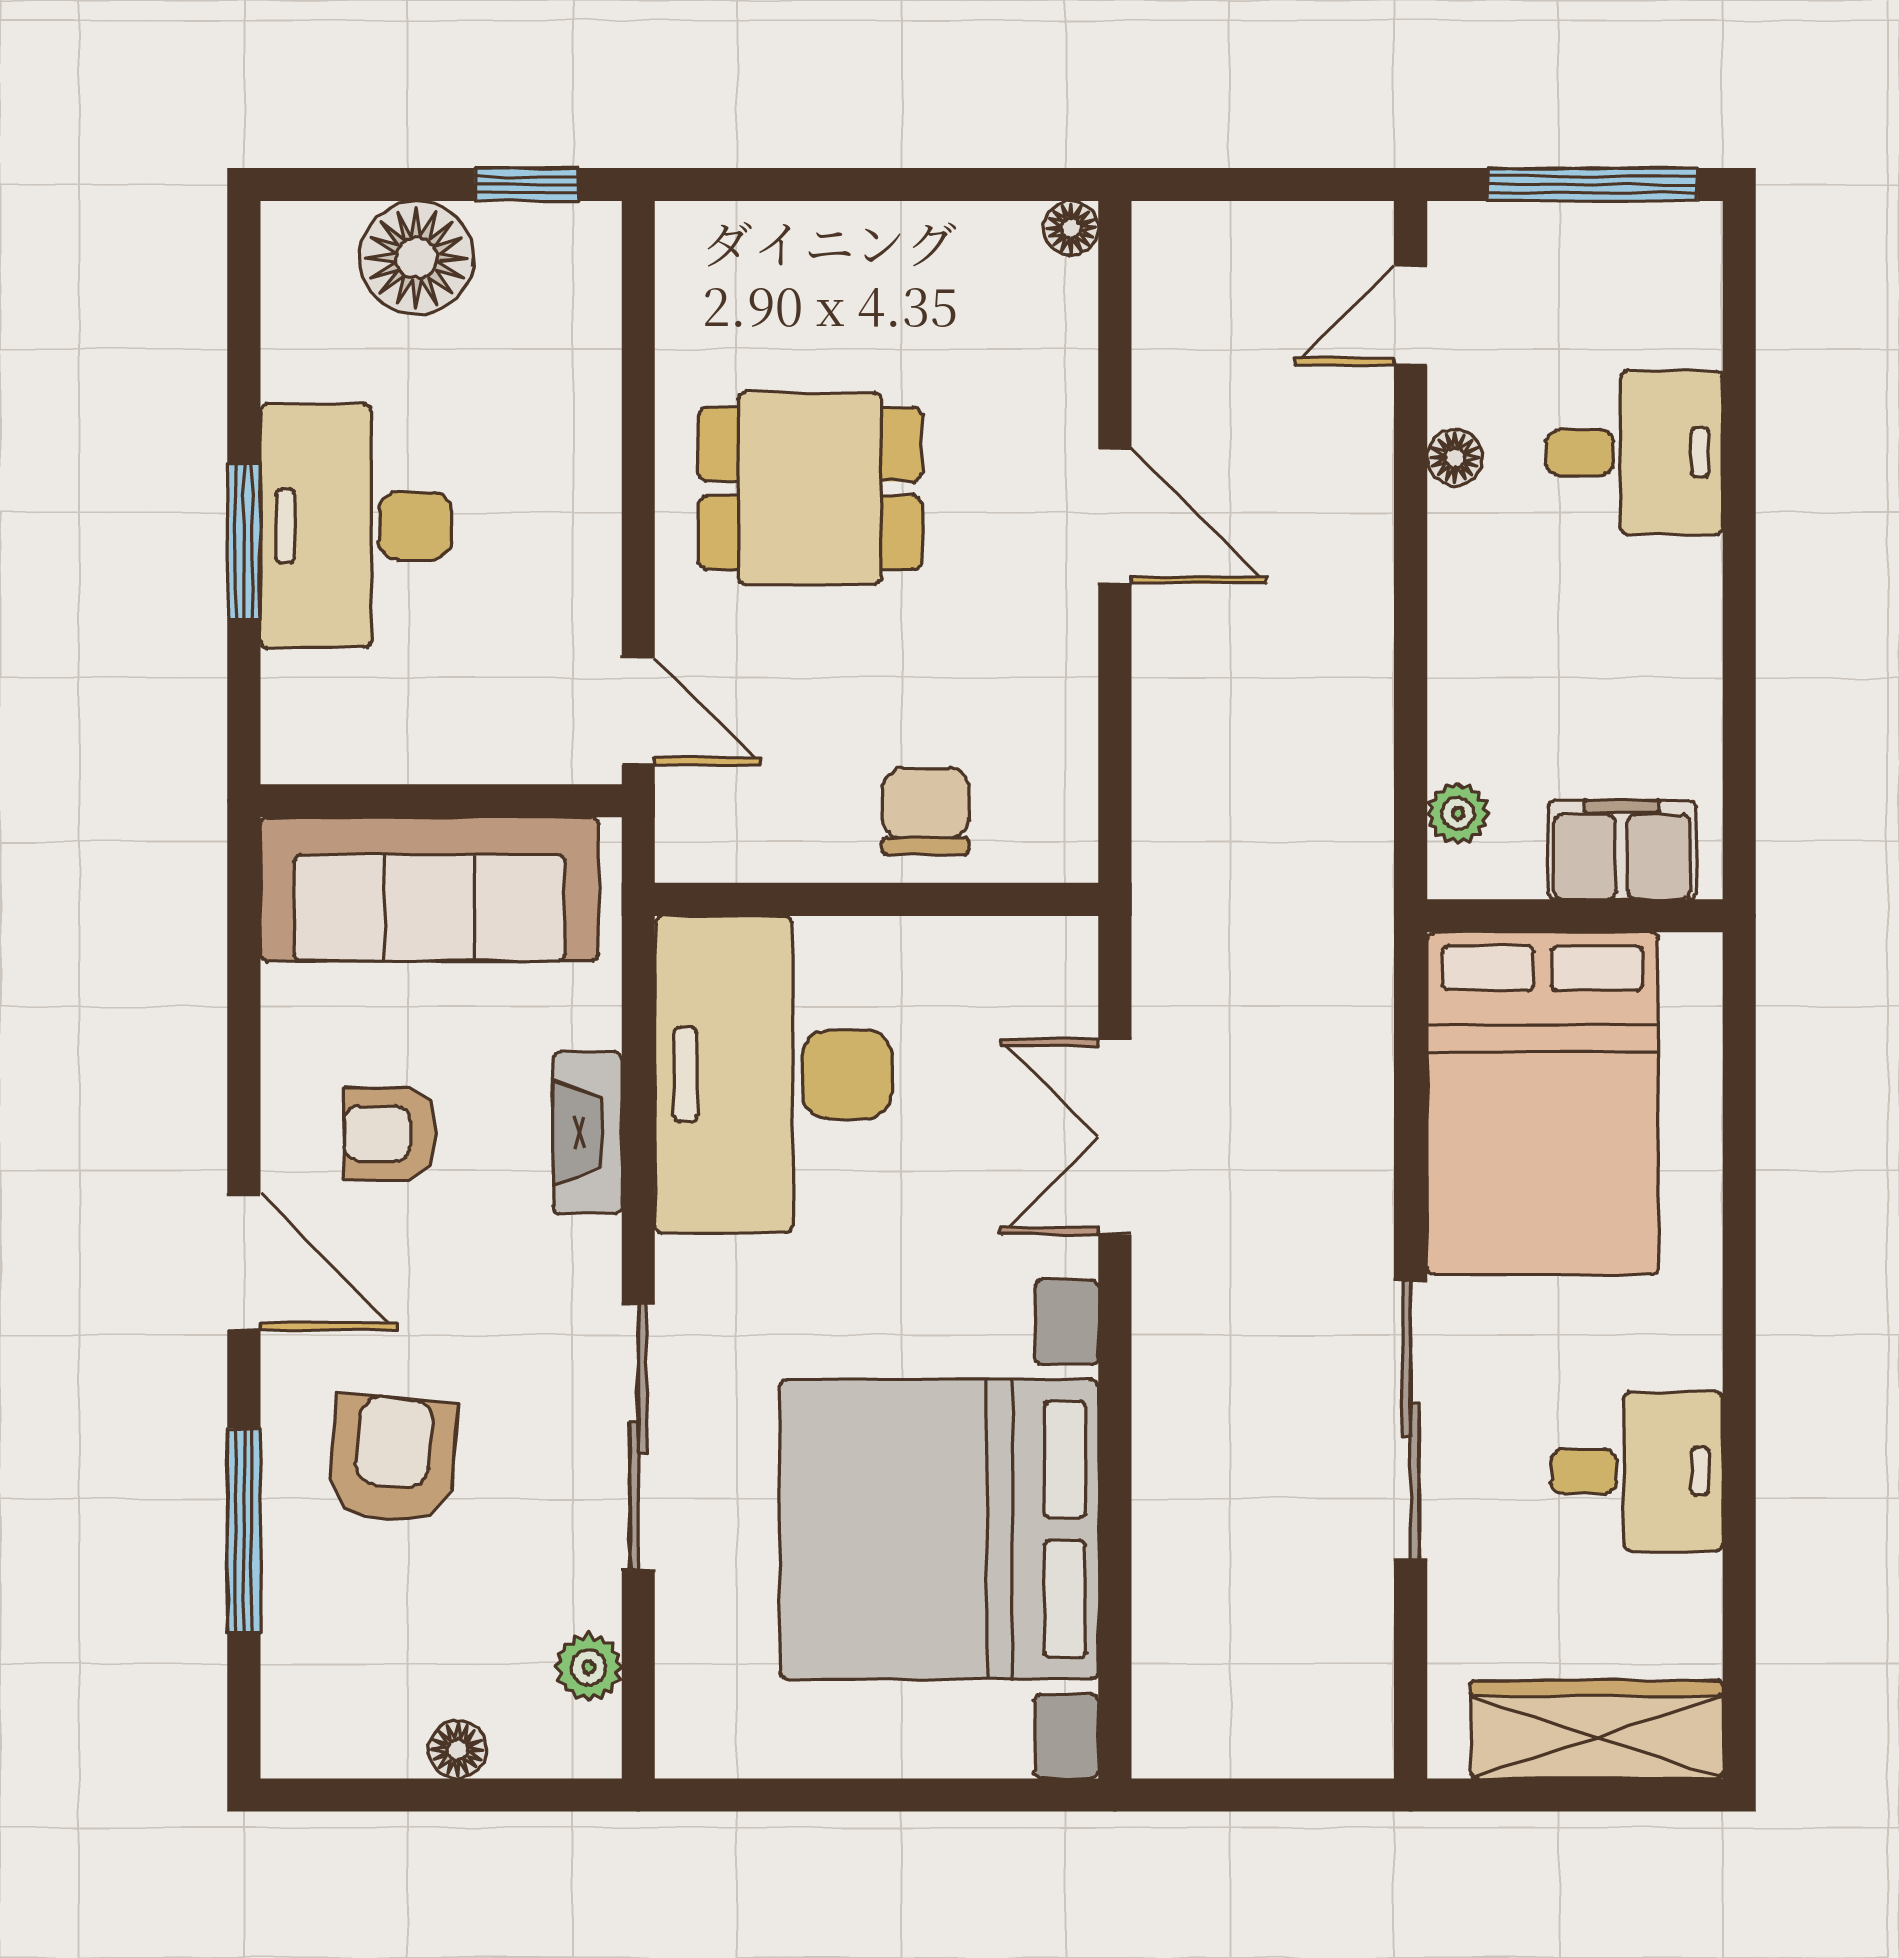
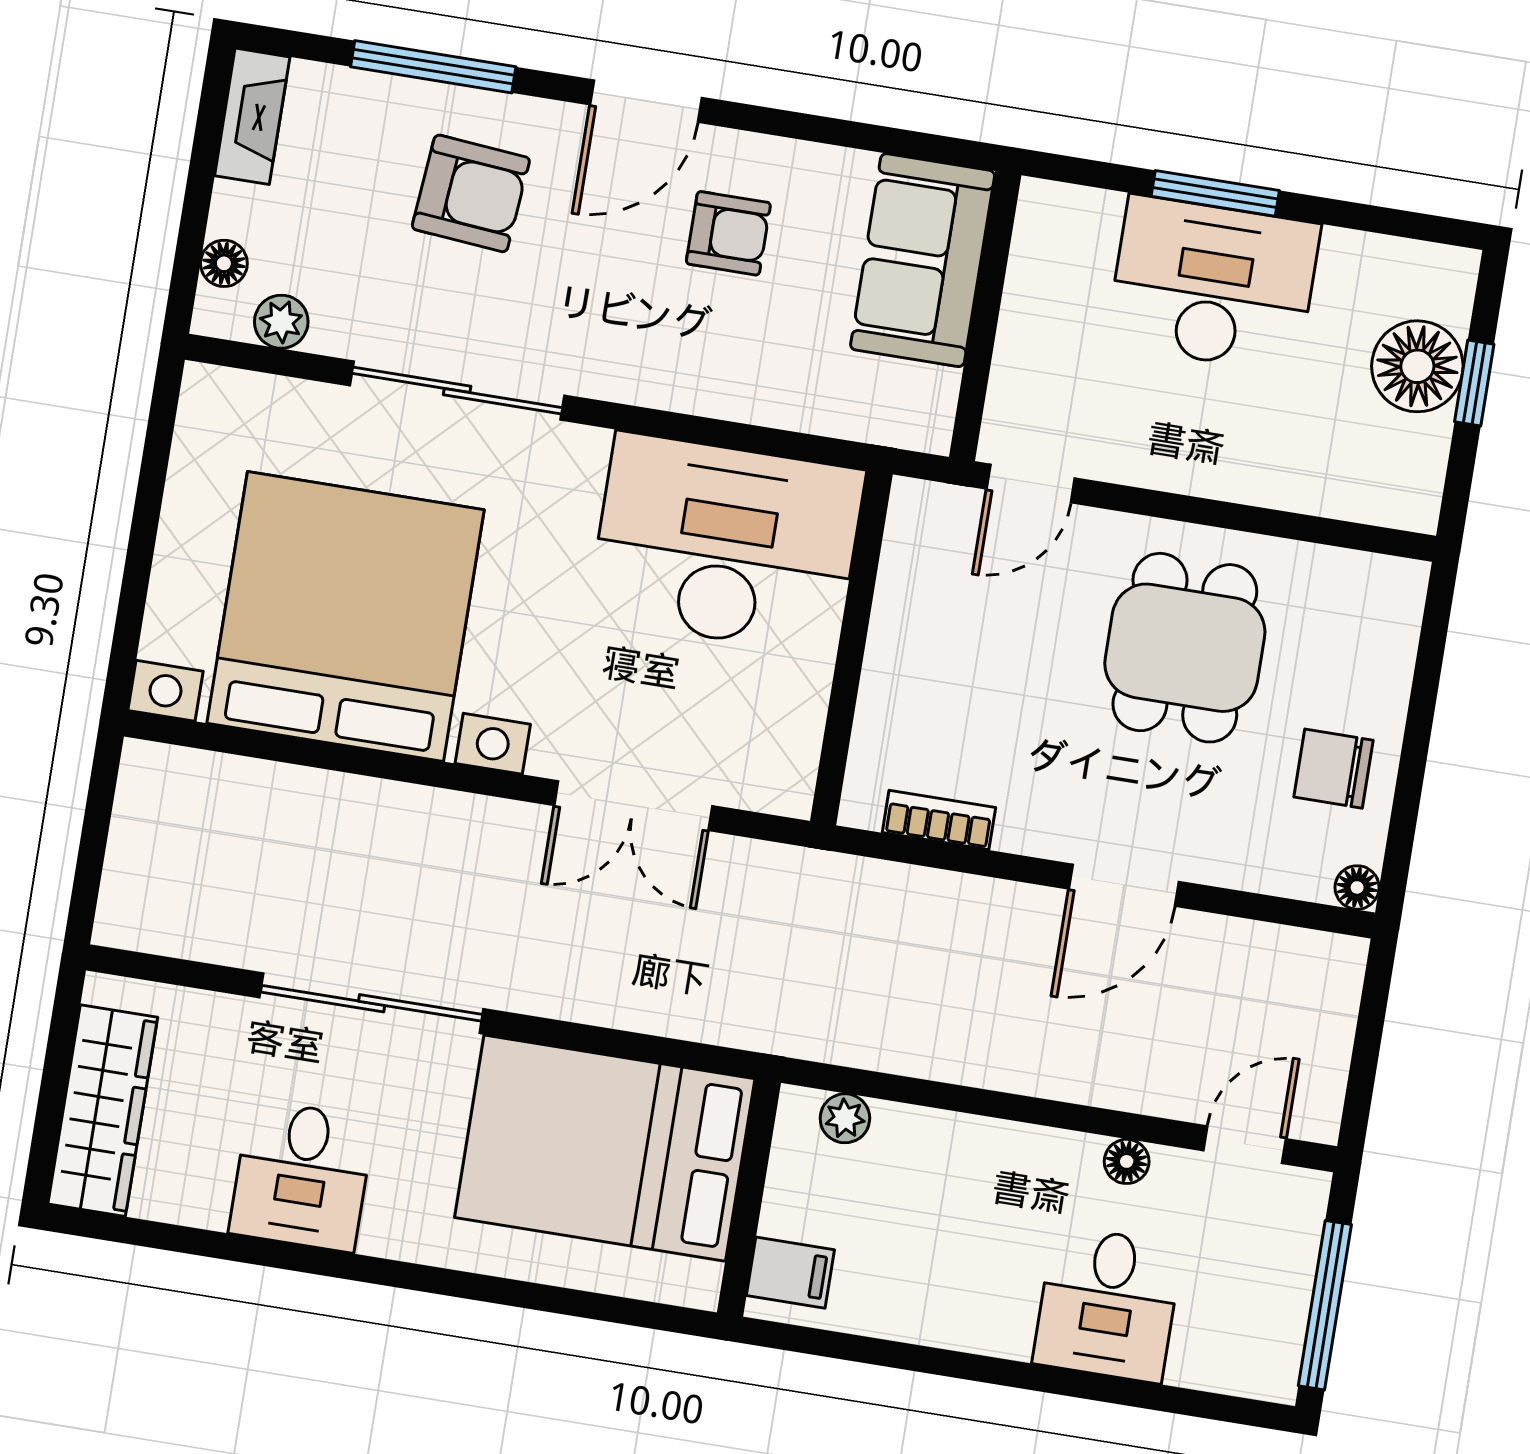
window: (527, 185) -> (1474, 383), moved
door: (1411, 315) -> (1245, 1145), hinge flipped
bookcase: (1071, 757) -> (939, 820), added
chair: (926, 811) -> (1334, 769), moved, turned 180
filing cabinet: (1622, 850) -> (790, 1273), width x0.50
sofa: (429, 889) -> (923, 260), width x0.73
fireplace: (587, 1133) -> (252, 116), moved, turned 90
armchair: (390, 1134) -> (728, 233), turned 90
double door: (1115, 1137) -> (633, 806), swing flipped
floor lamp: (458, 1750) -> (224, 263), moved

